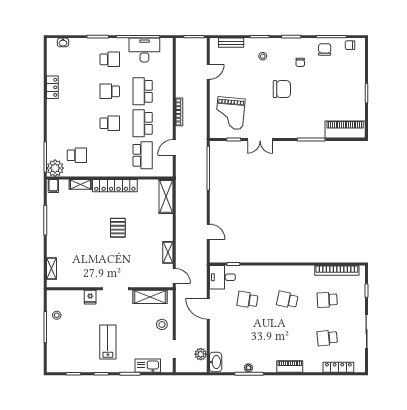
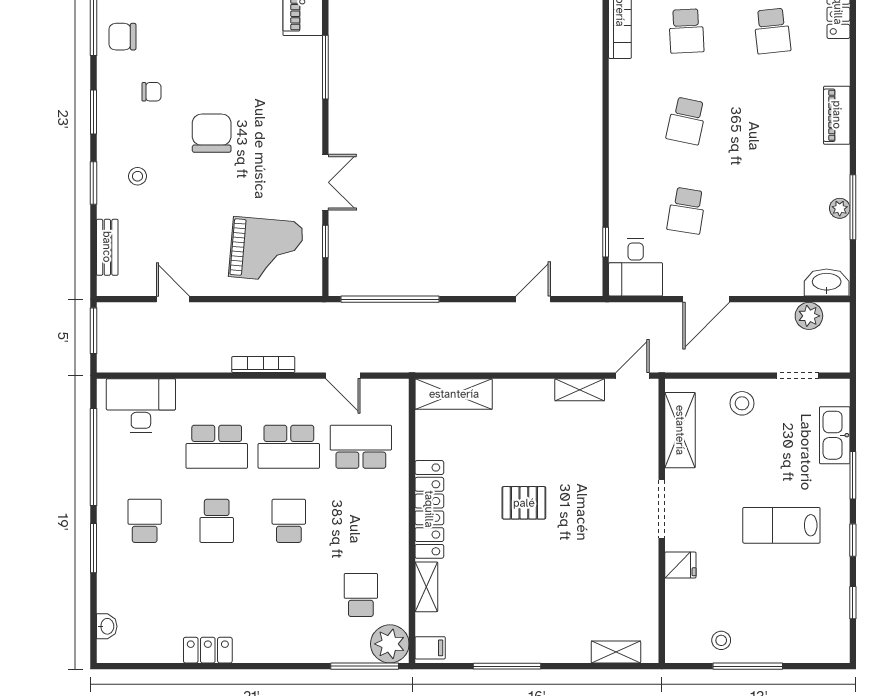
desk: (144, 50) -> (141, 406), moved, turned 90

